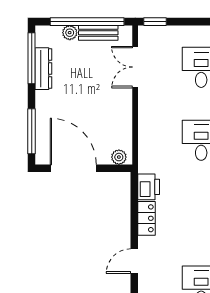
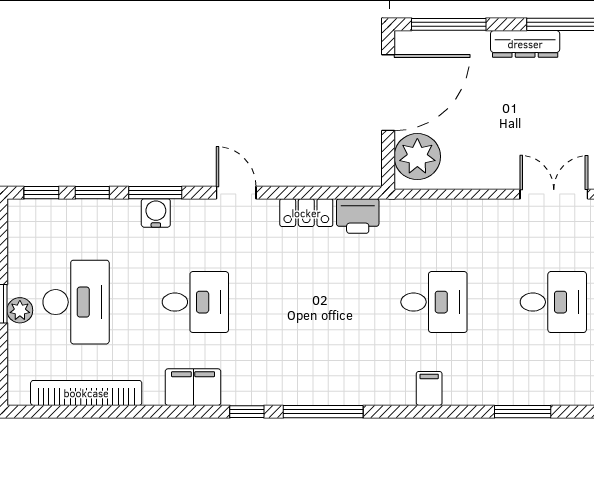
dresser: (43, 69) -> (525, 44), moved
plant: (119, 157) -> (417, 157), width x1.87, depth x1.87

